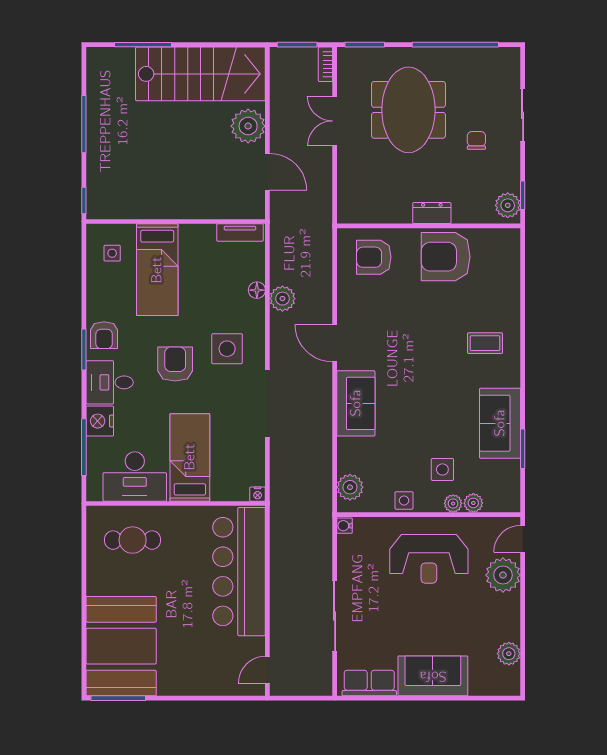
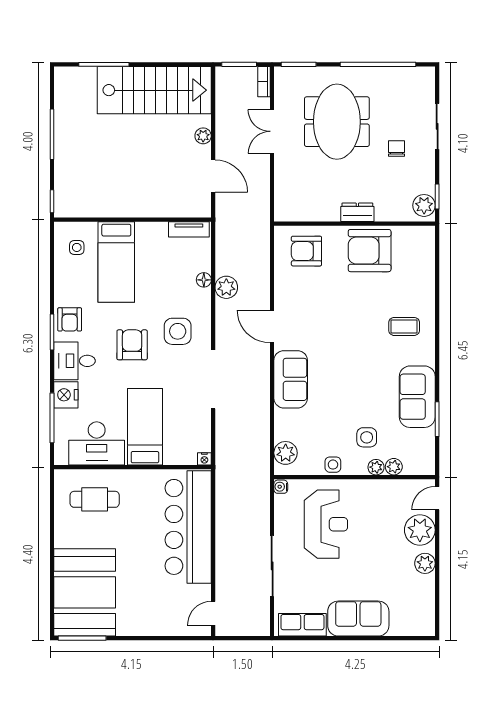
plant: (248, 126) -> (203, 136), width x0.53, depth x0.53
reception desk: (429, 559) -> (326, 524), moved, turned -90
plant: (509, 654) -> (425, 563), moved

